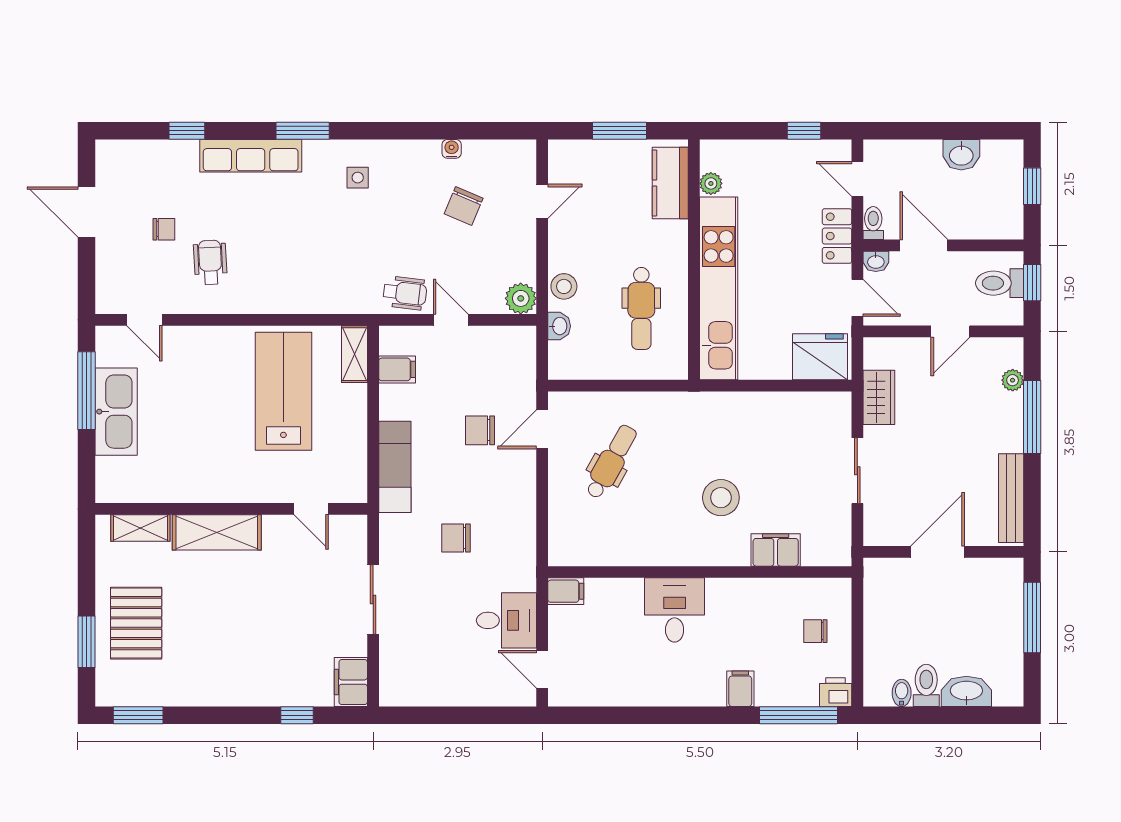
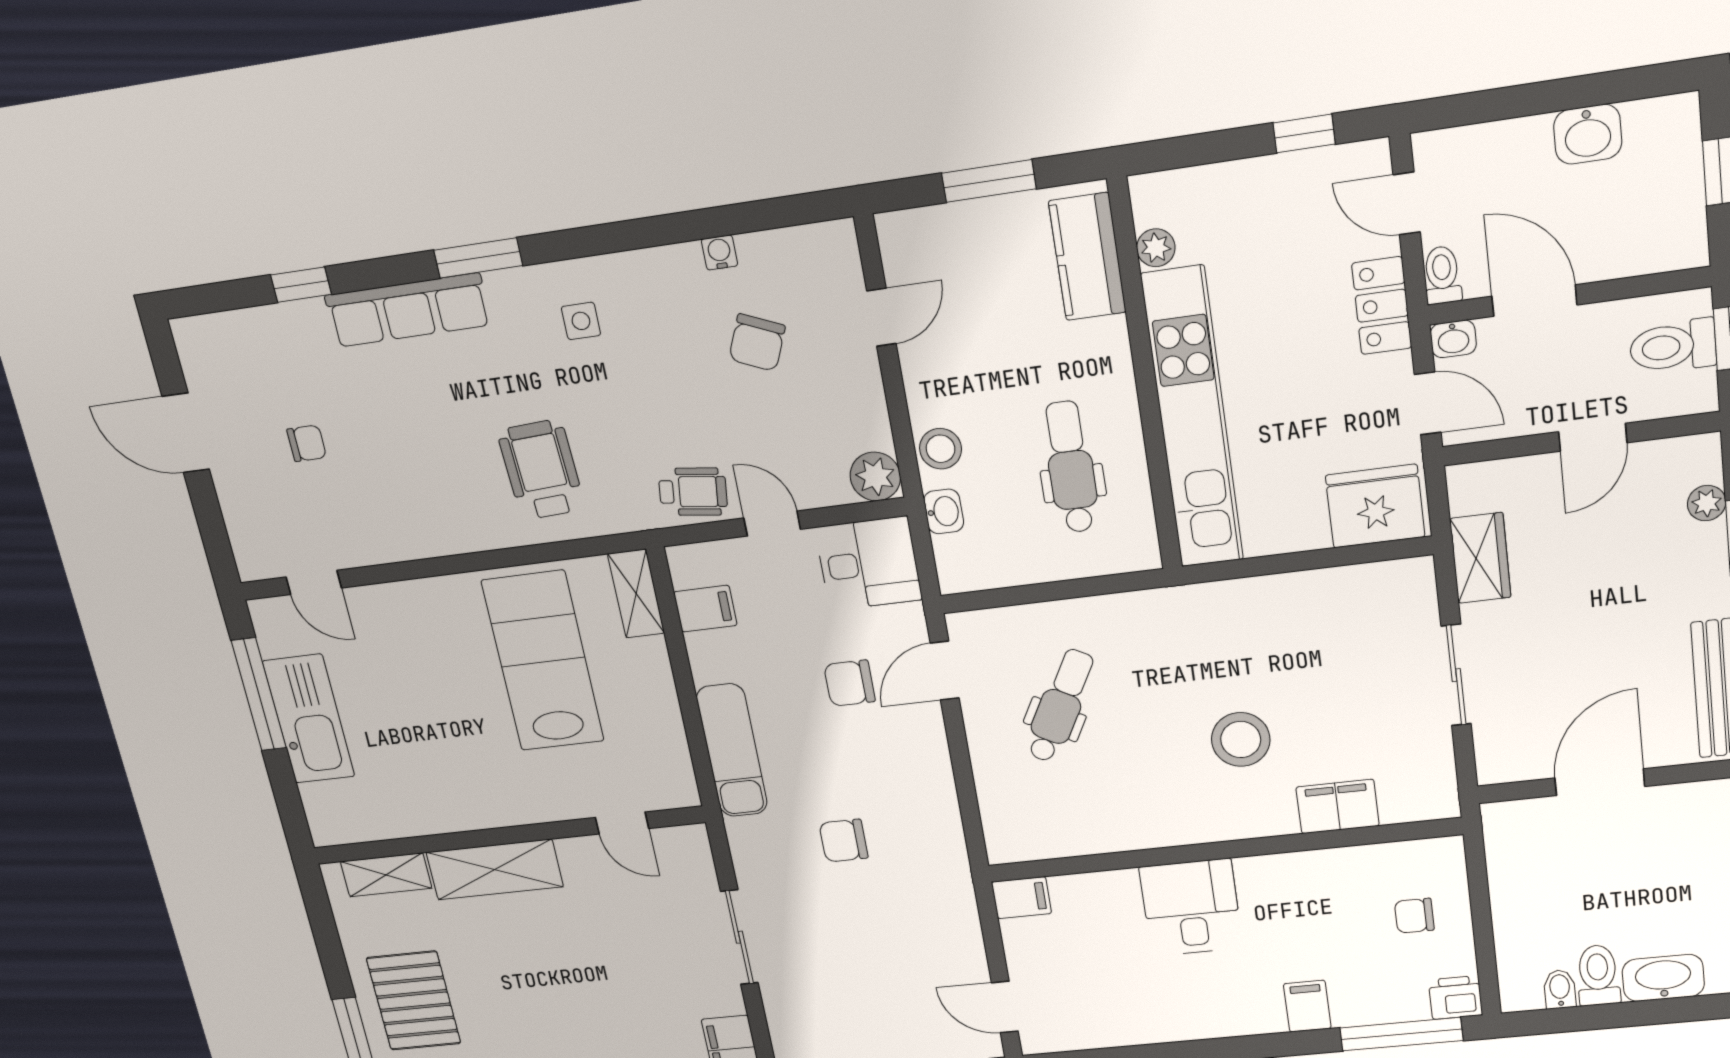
wheelchair: (210, 262) -> (541, 470), moved, width x1.36, depth x1.37
dental chair: (641, 308) -> (1071, 467), turned 180
desk: (506, 620) -> (868, 564), moved

